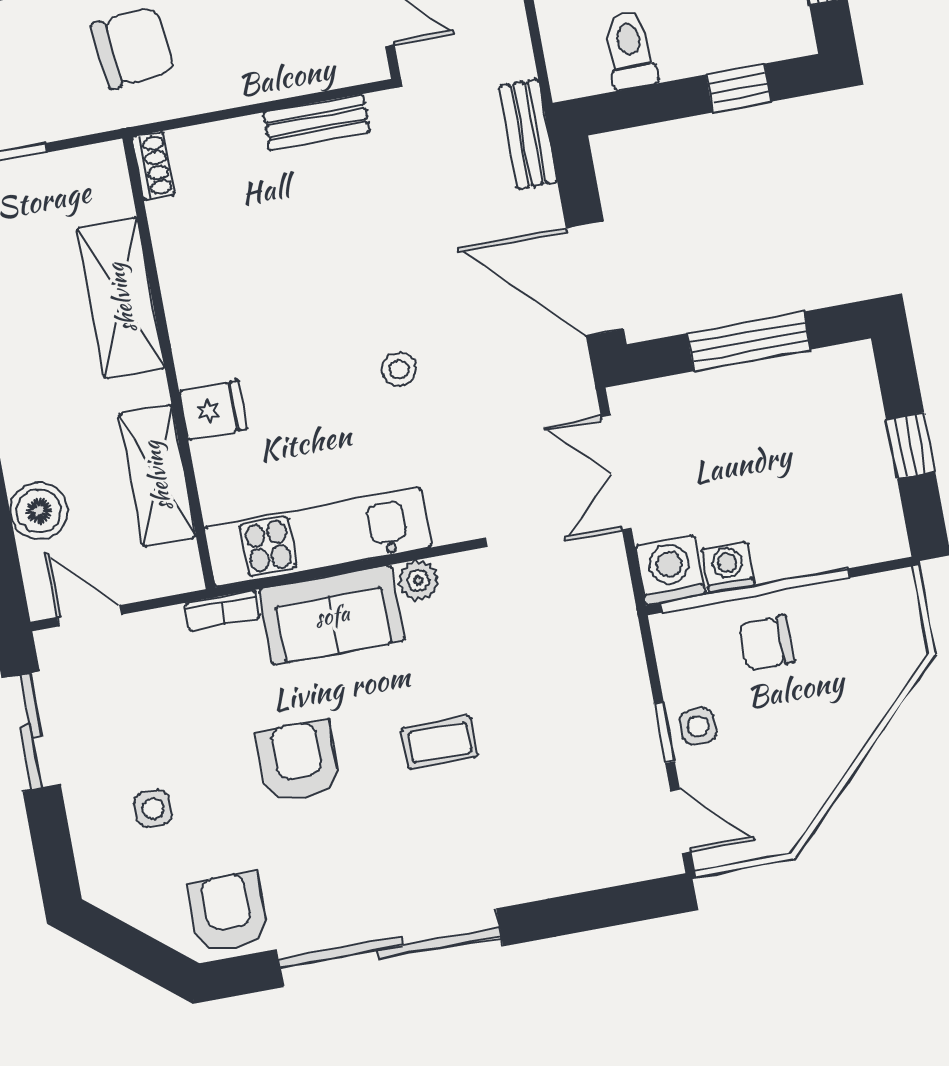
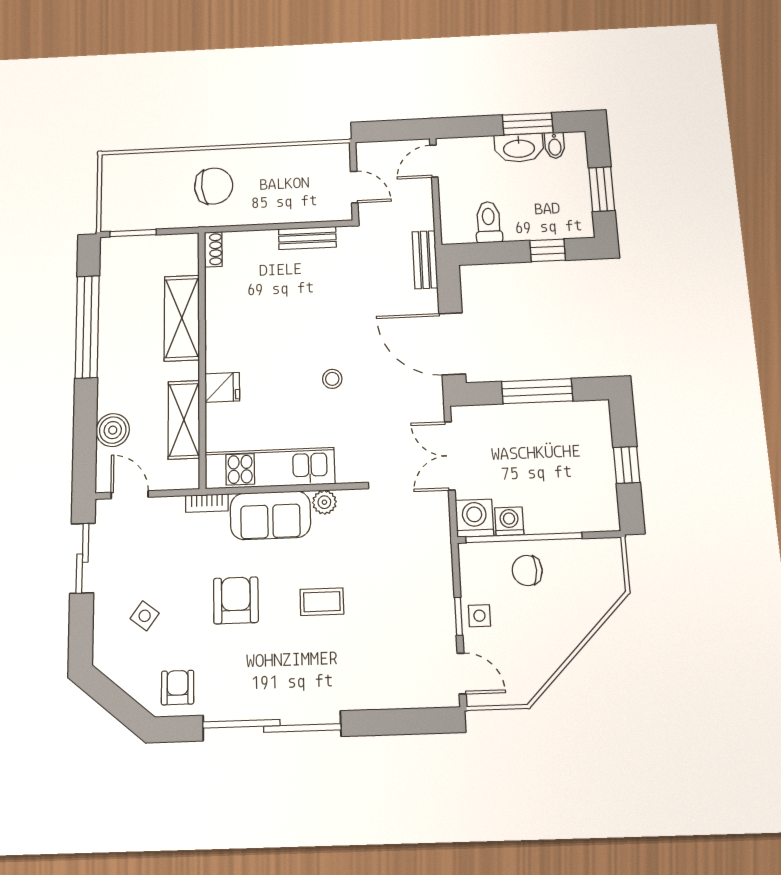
side table: (153, 808) -> (145, 616), turned 37
armchair: (228, 912) -> (178, 688), width x0.72, depth x0.72

